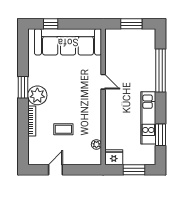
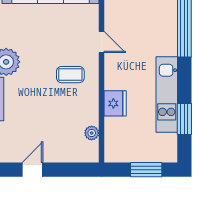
coffee table: (63, 129) -> (70, 75), moved
fridge: (114, 157) -> (115, 103), moved, turned 90

